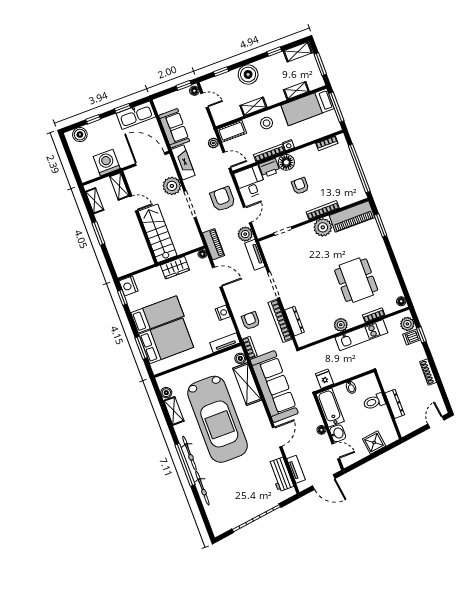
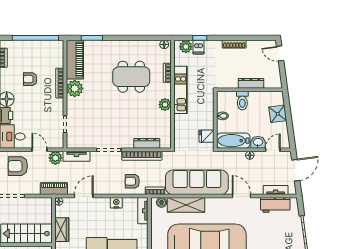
armchair: (300, 186) -> (30, 79), moved

